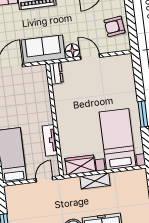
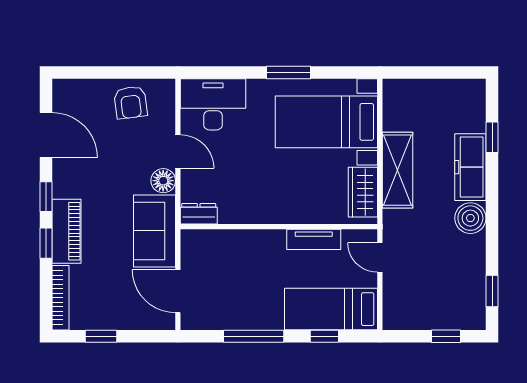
door: (90, 57) -> (178, 151), swing flipped
desk: (119, 73) -> (213, 104), added
shelving: (95, 181) -> (398, 170), width x1.50, depth x1.33

